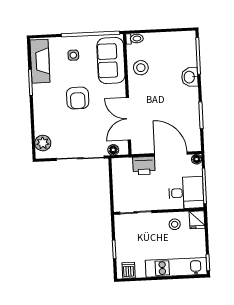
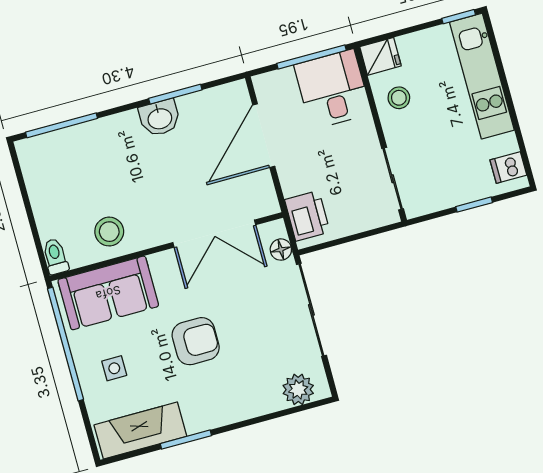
washbasin: (190, 77) -> (160, 118), moved
floor lamp: (197, 159) -> (263, 84), removed
printer: (144, 166) -> (307, 216), moved

